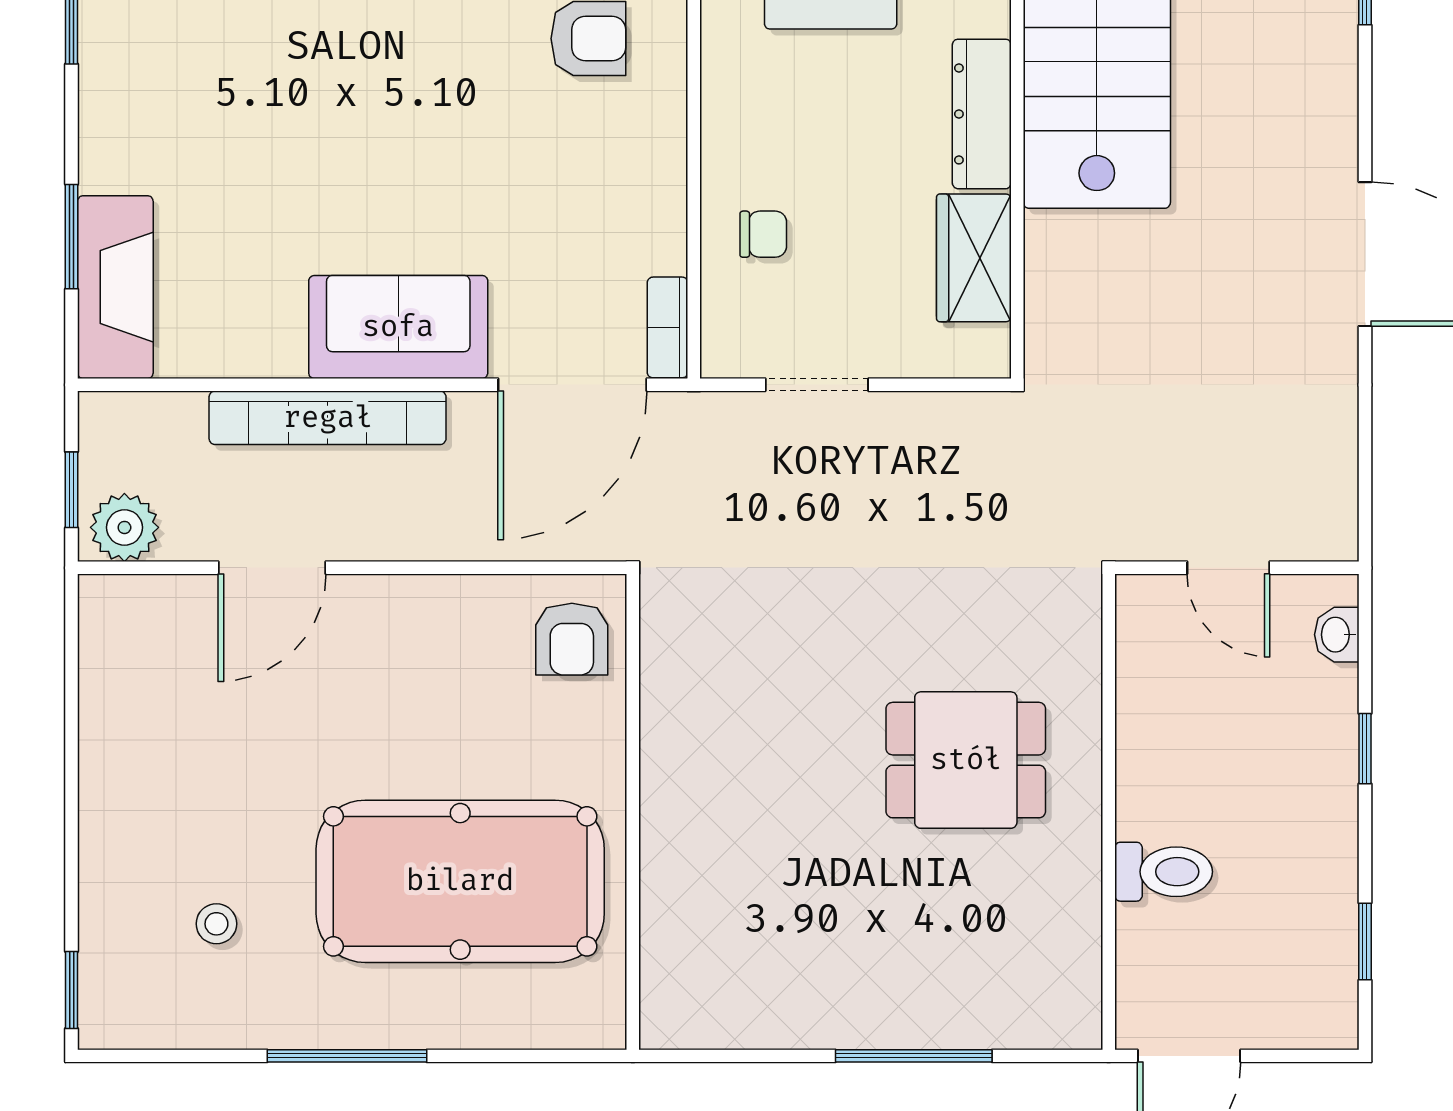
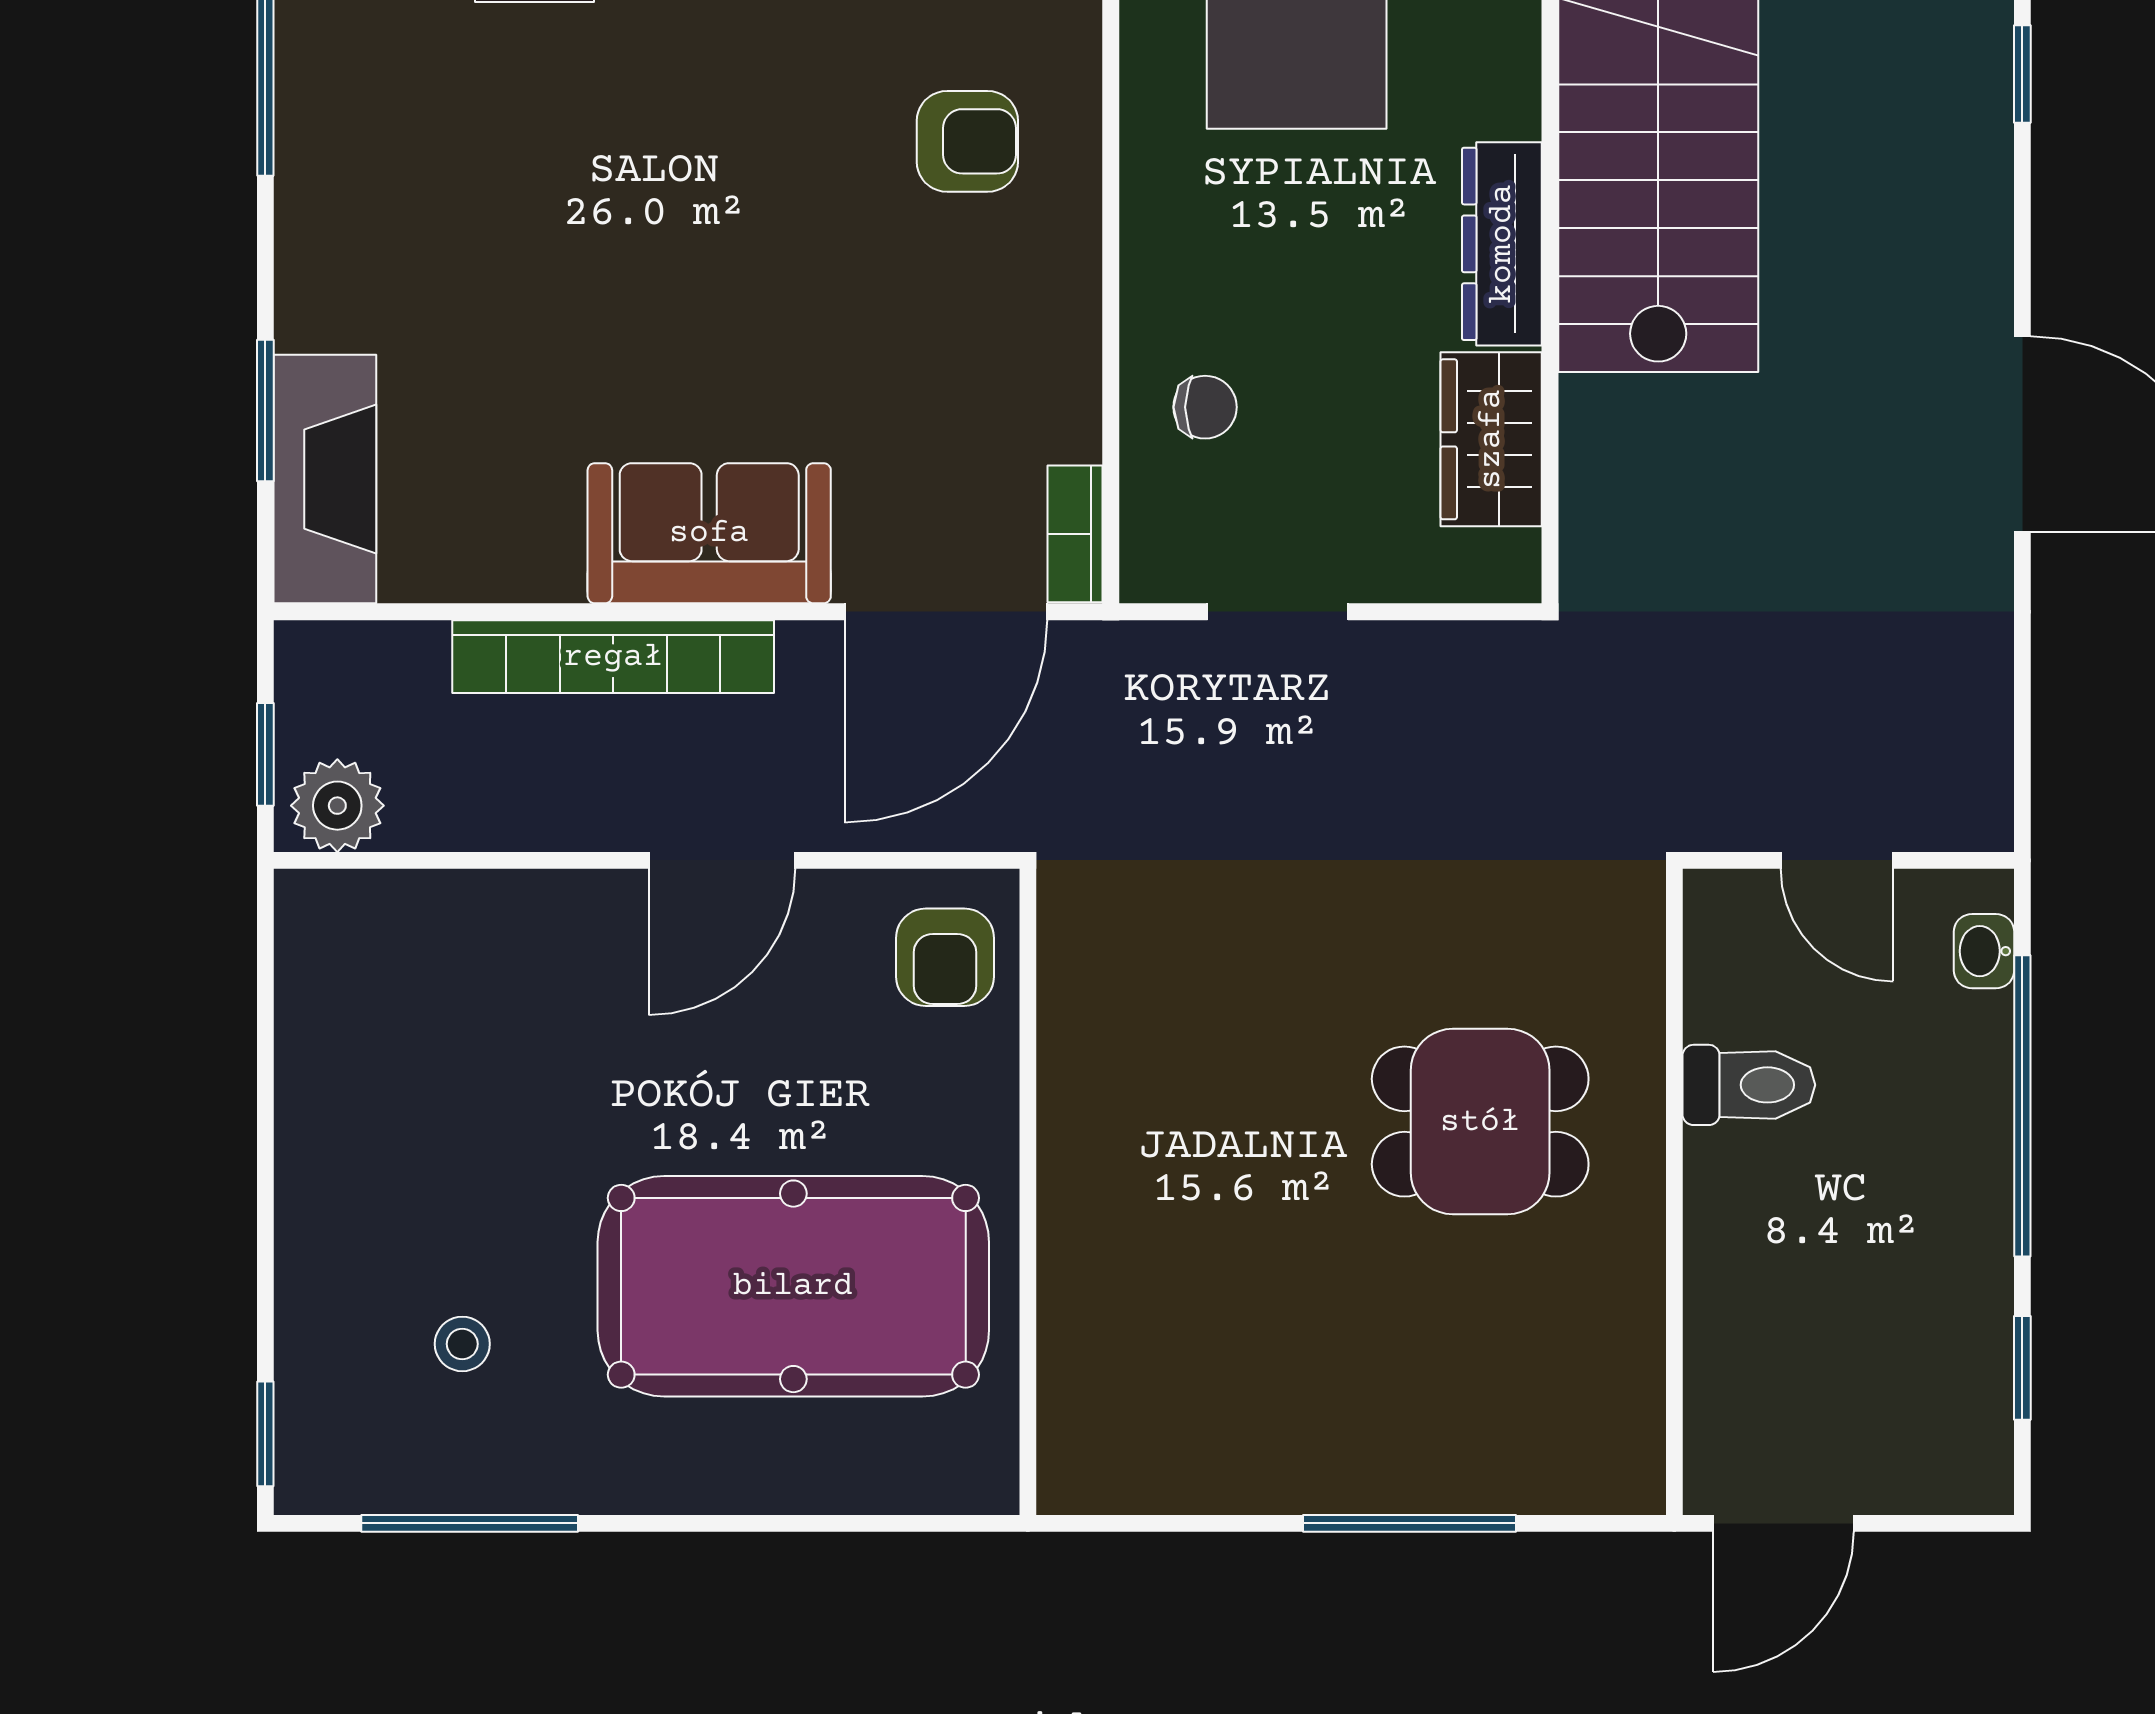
door: (272, 568) -> (722, 860), moved
window: (1365, 749) -> (2022, 1106), width x3.17
toilet: (1164, 872) -> (1749, 1085), moved
window: (347, 1056) -> (470, 1523), moved

